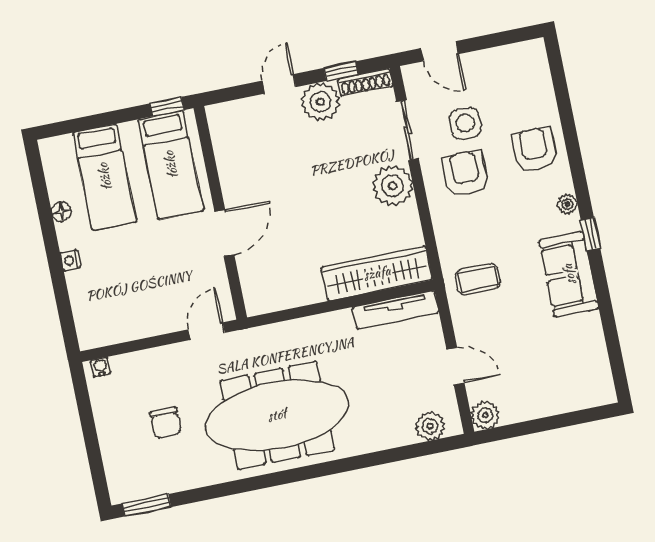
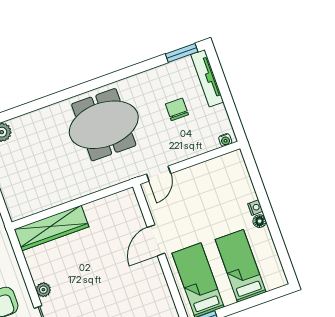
plant: (393, 186) -> (43, 290), width x0.53, depth x0.53
floor lamp: (61, 211) -> (260, 221), moved
tv unit: (396, 310) -> (207, 78), moved, turned -90
meeting table: (277, 415) -> (104, 125), width x0.73

